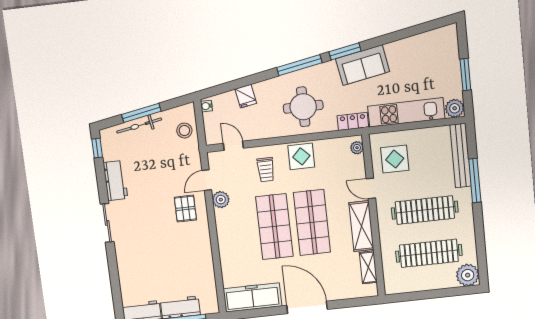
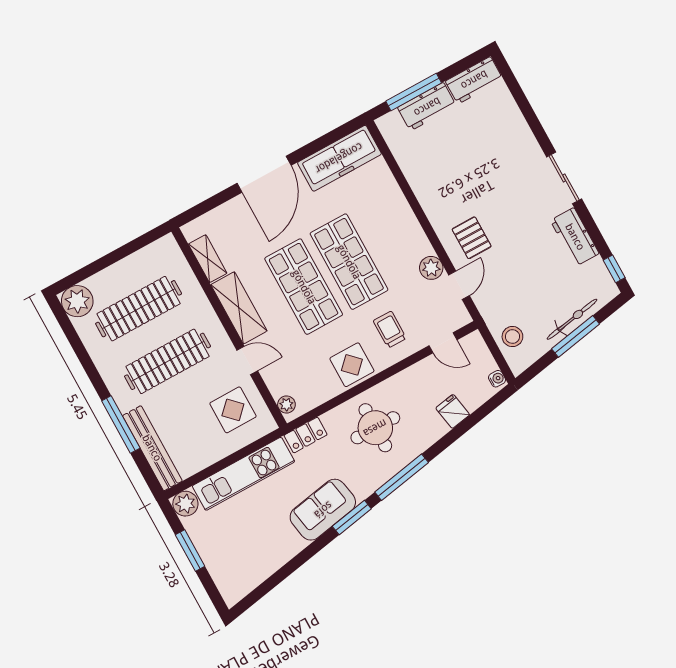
door: (307, 307) -> (264, 174), hinge flipped

